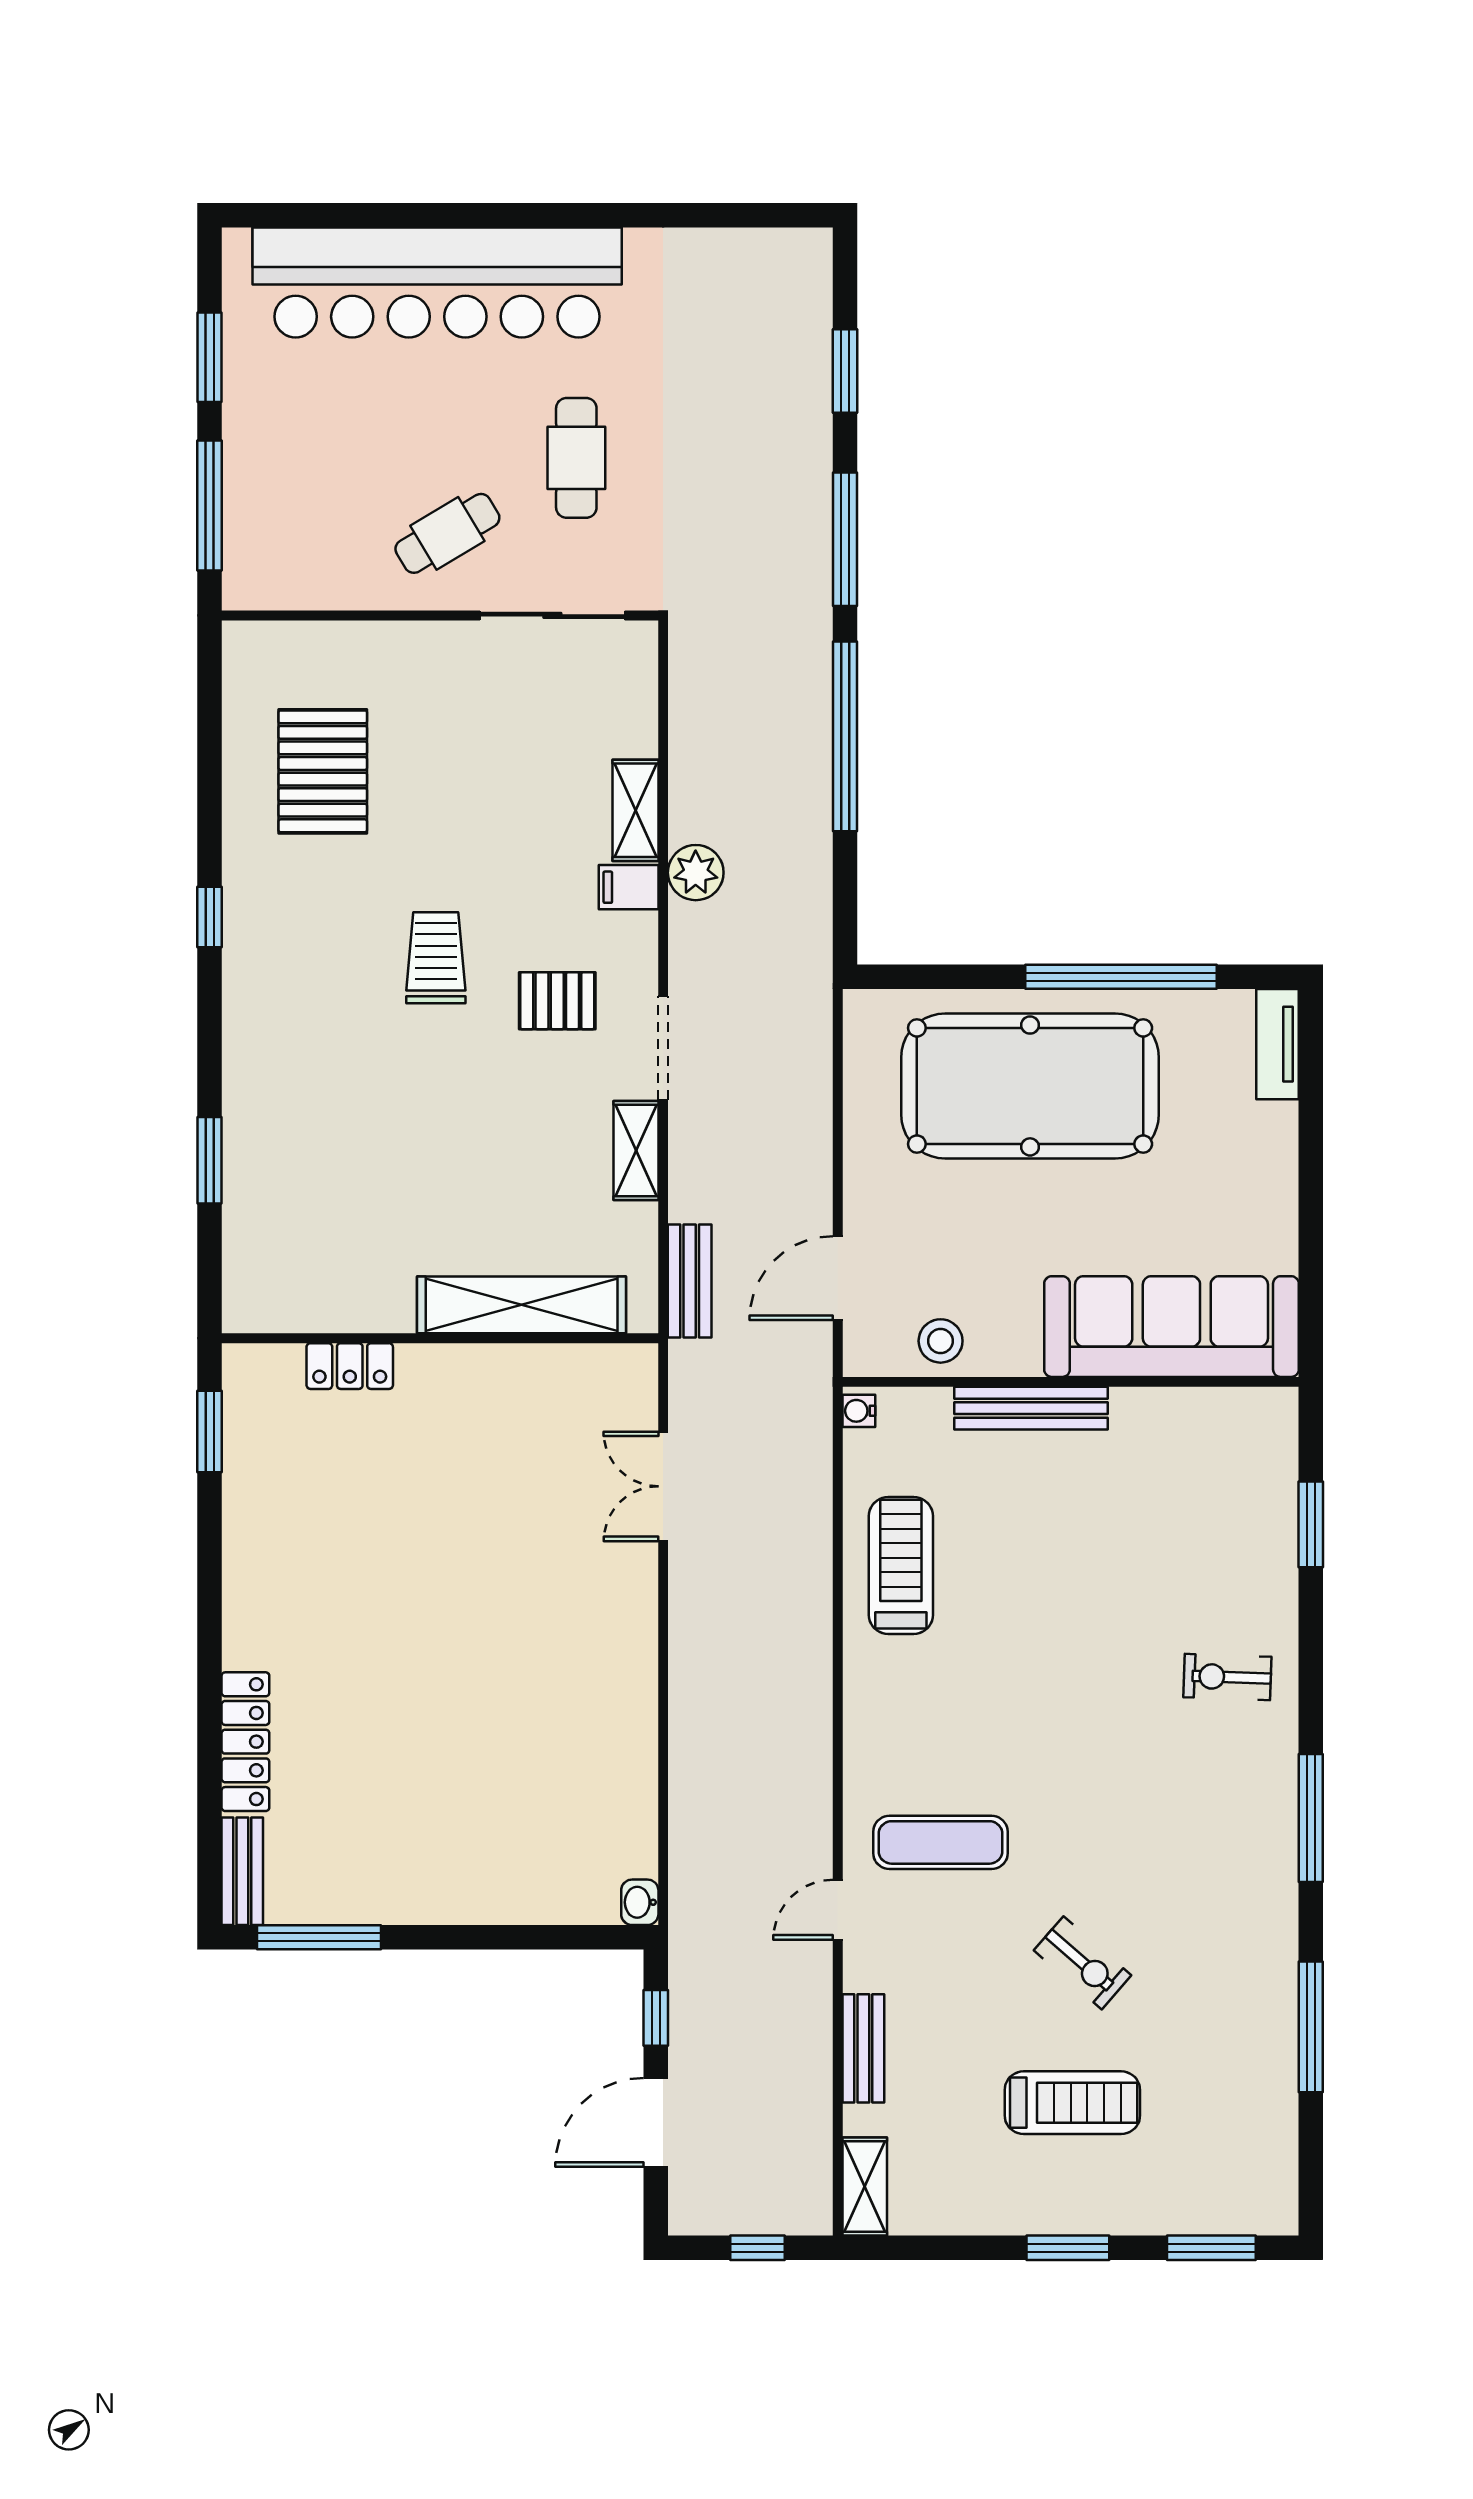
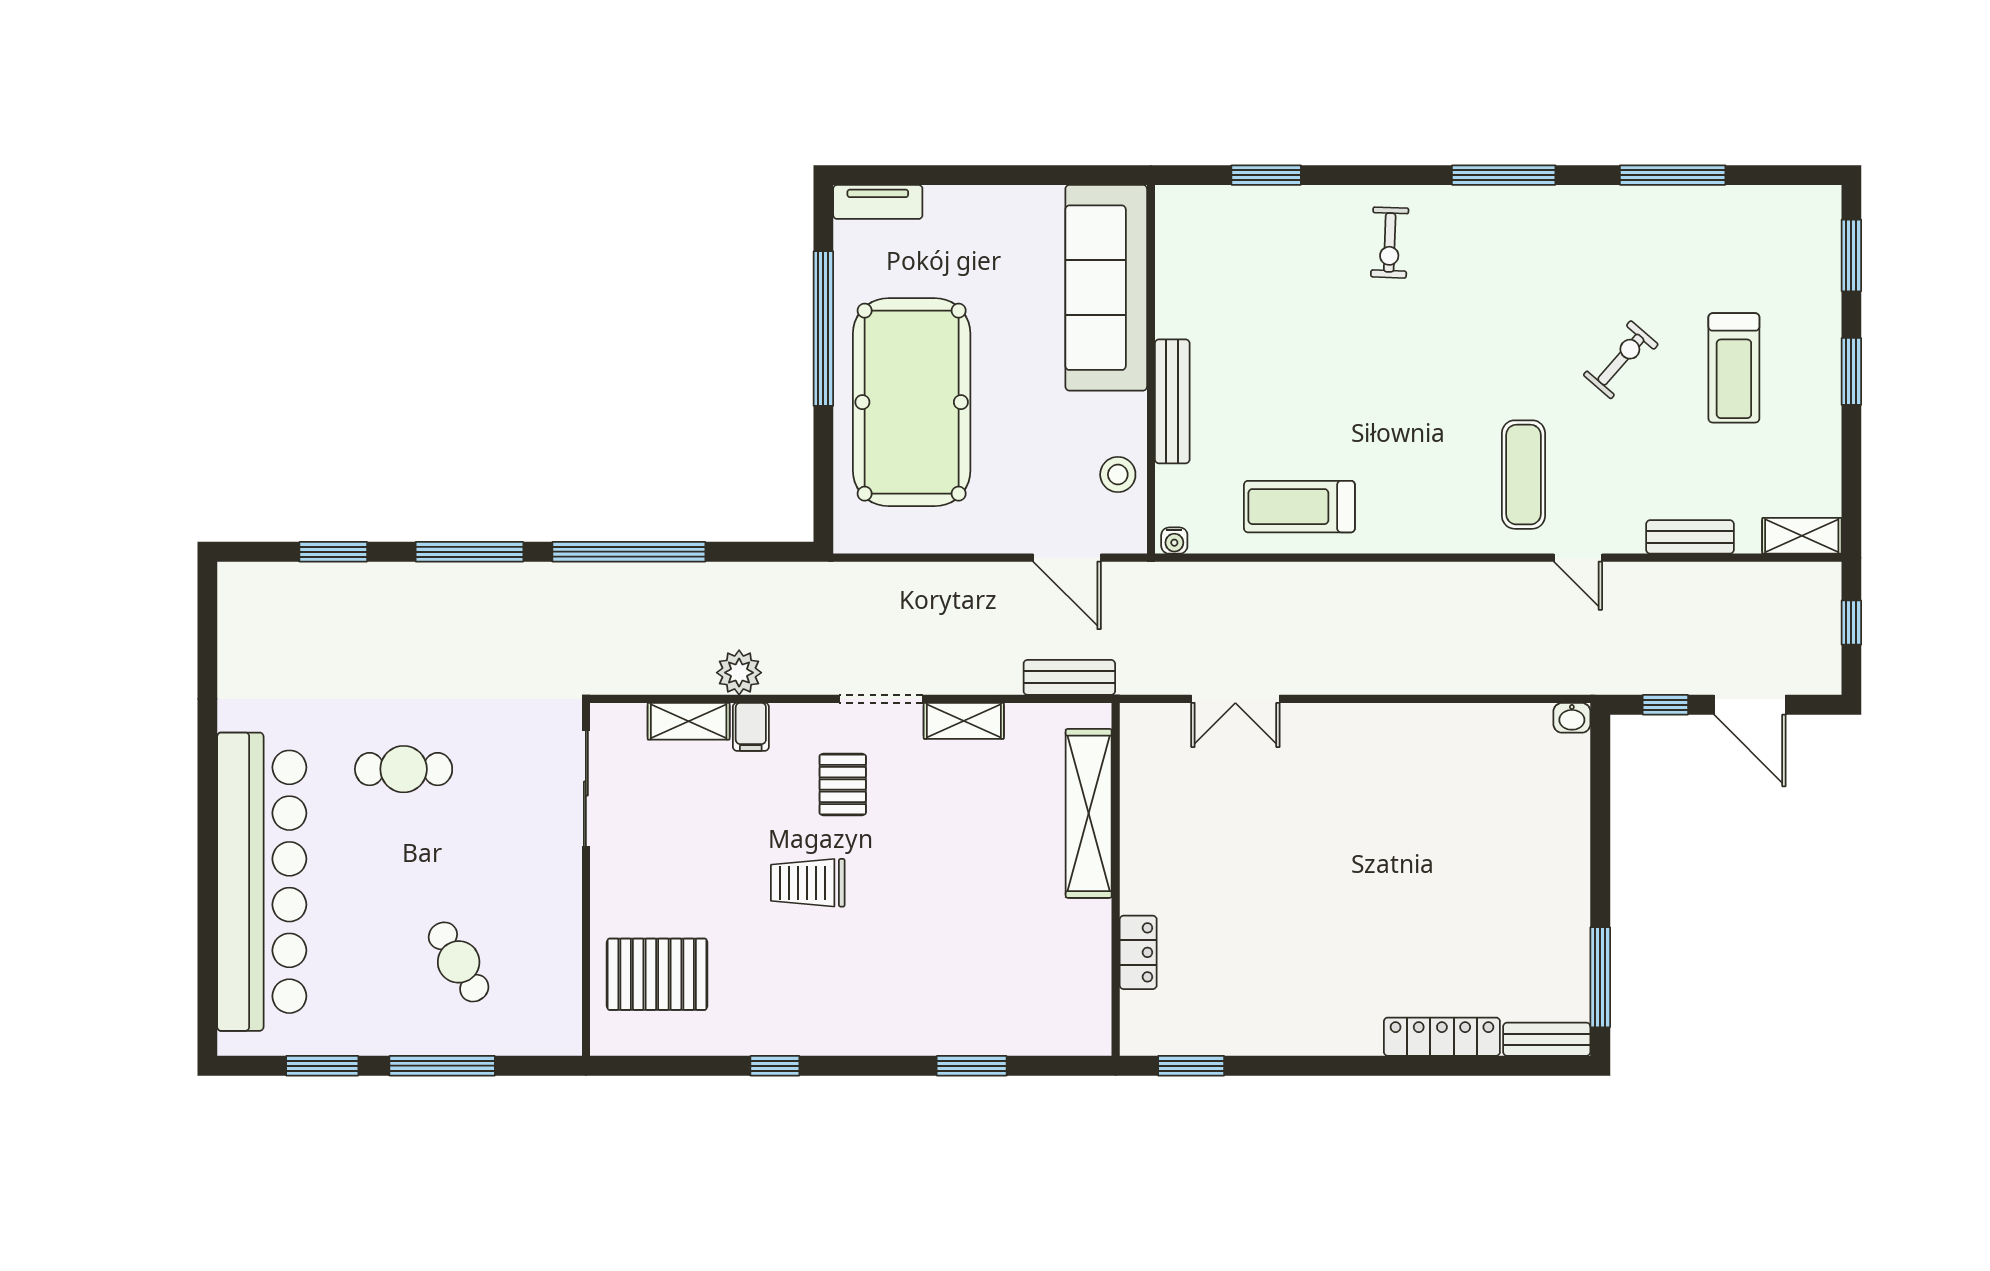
cafe table: (447, 533) -> (459, 962), moved
wall: (440, 615) -> (586, 879), moved
sliding door: (552, 615) -> (586, 788), moved
treadmill: (1072, 2103) -> (1734, 368), turned 180

